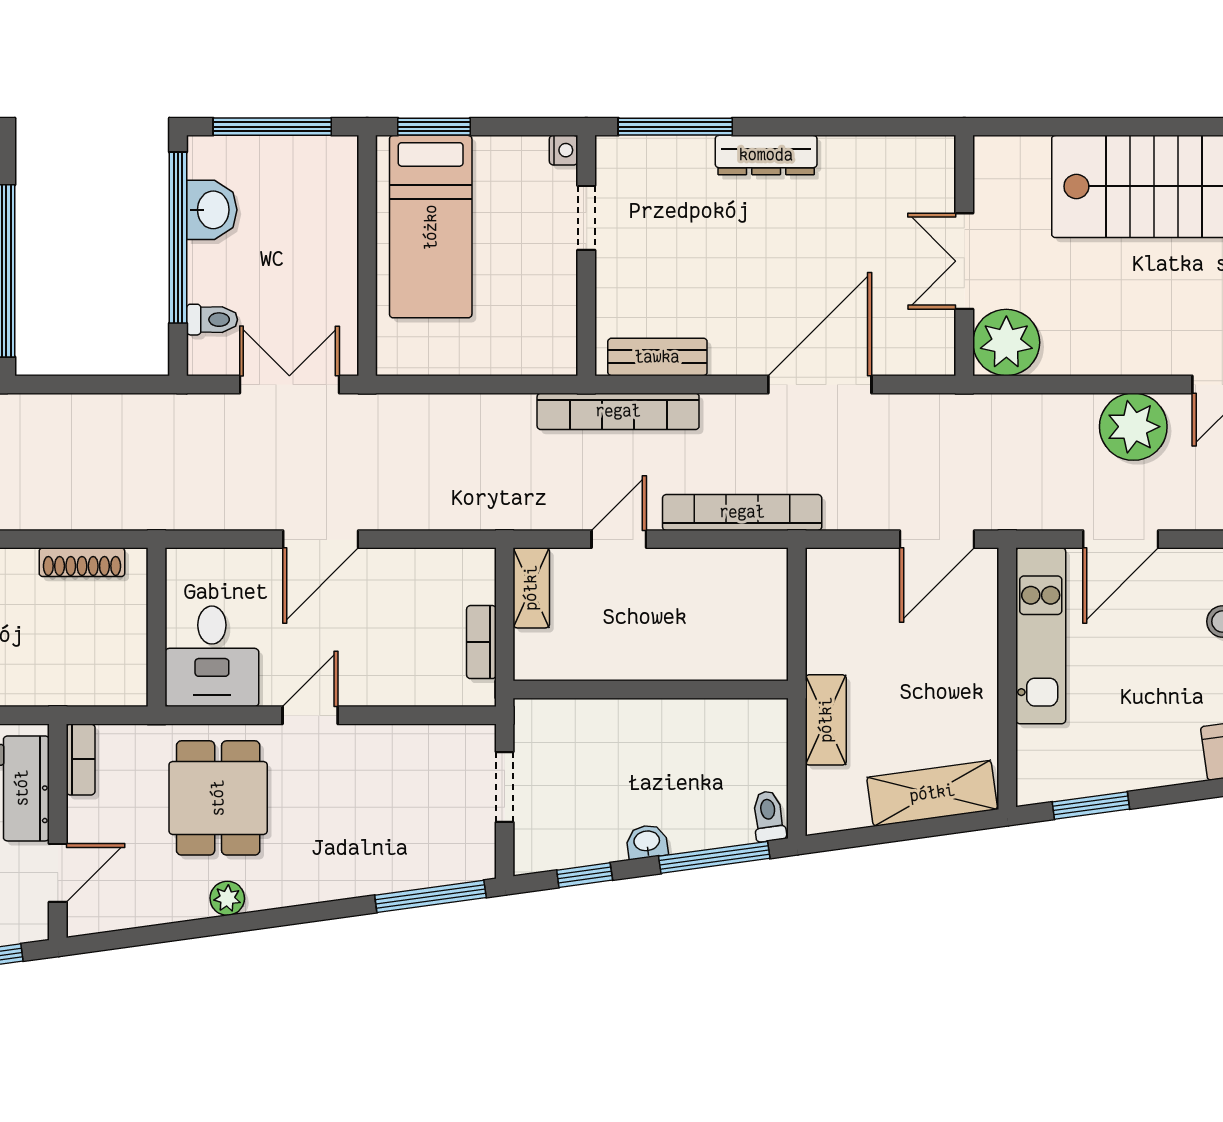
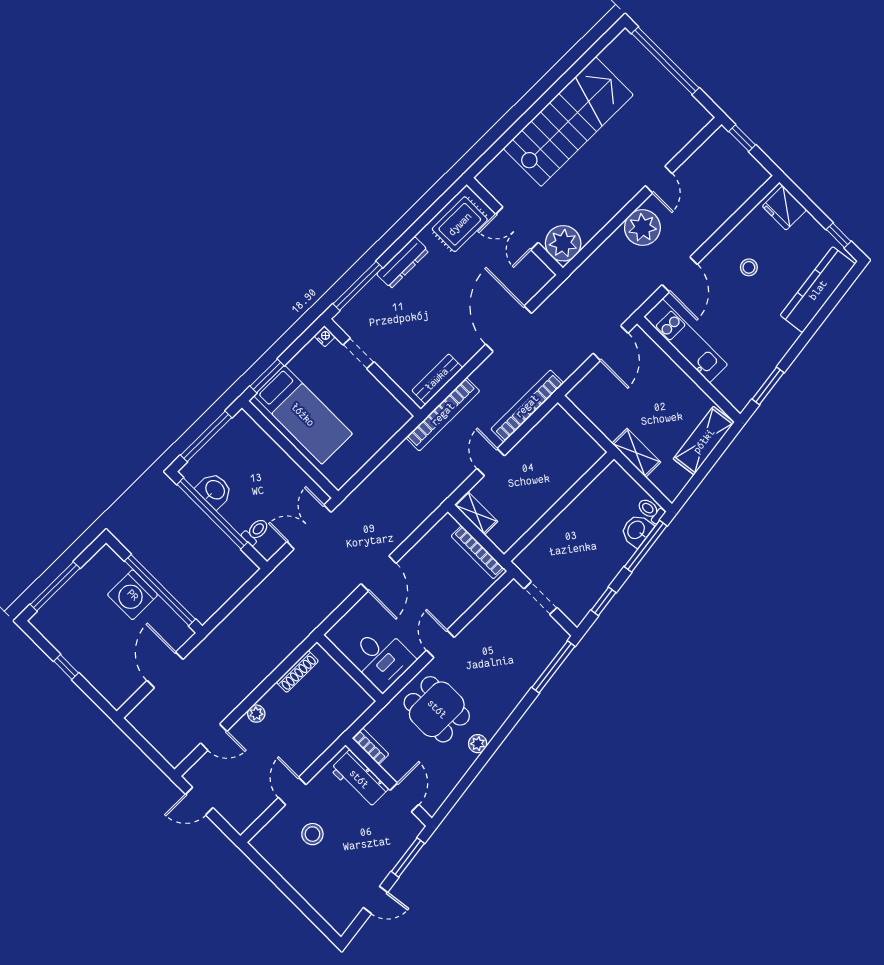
rug: (893, 180) -> (460, 224), added
bookcase: (481, 642) -> (478, 552), width x1.56
washbasin: (647, 842) -> (637, 530), moved, width x1.38, depth x1.45

